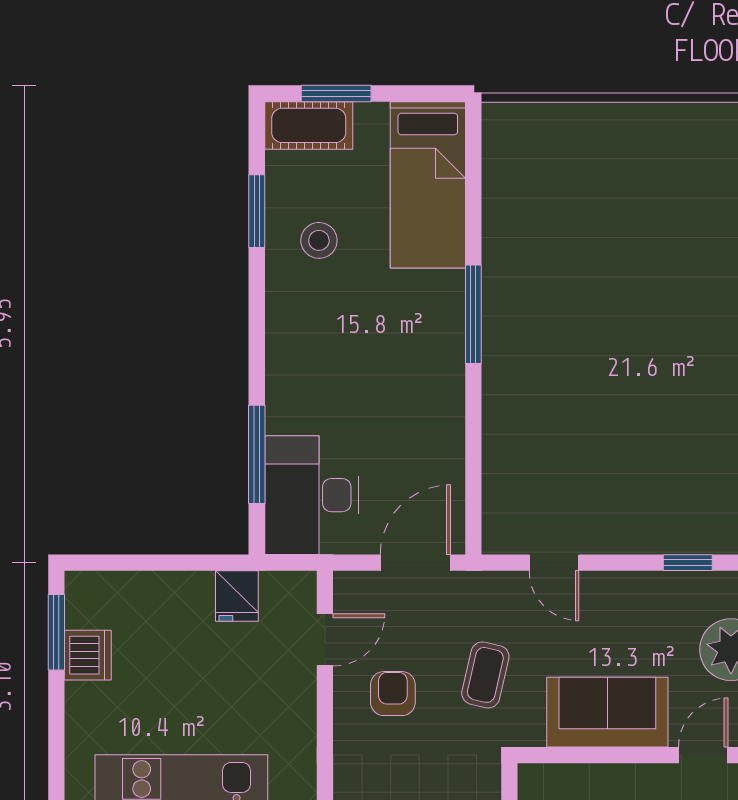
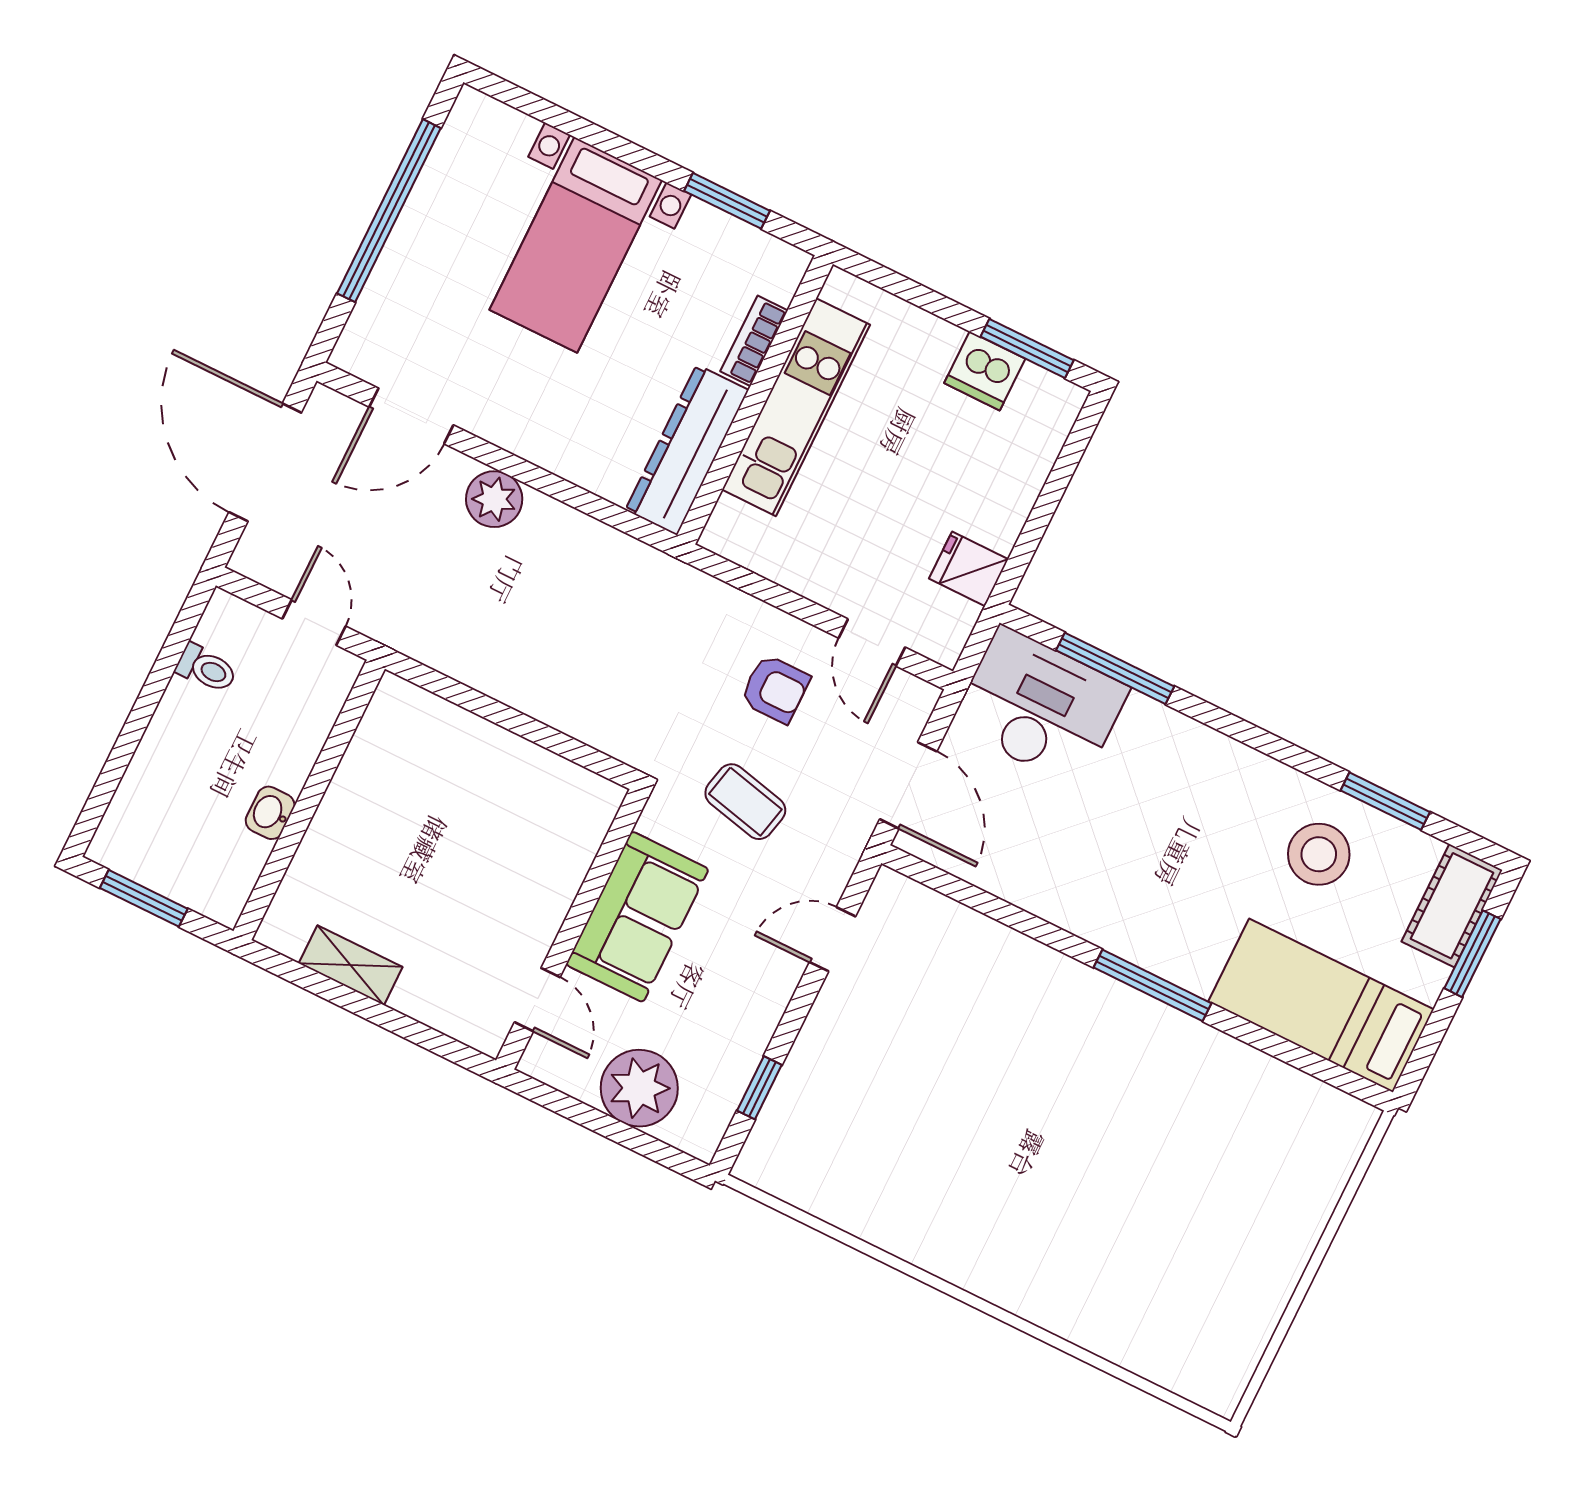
stool: (319, 240) -> (1319, 854), width x1.38, depth x1.38

